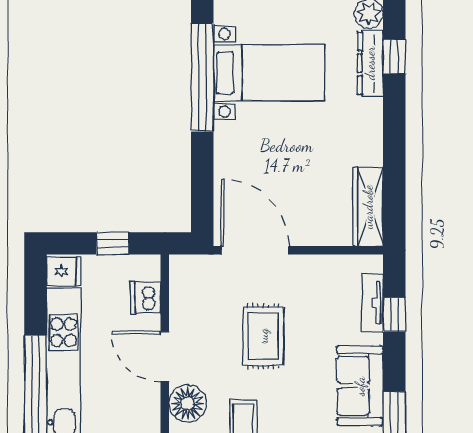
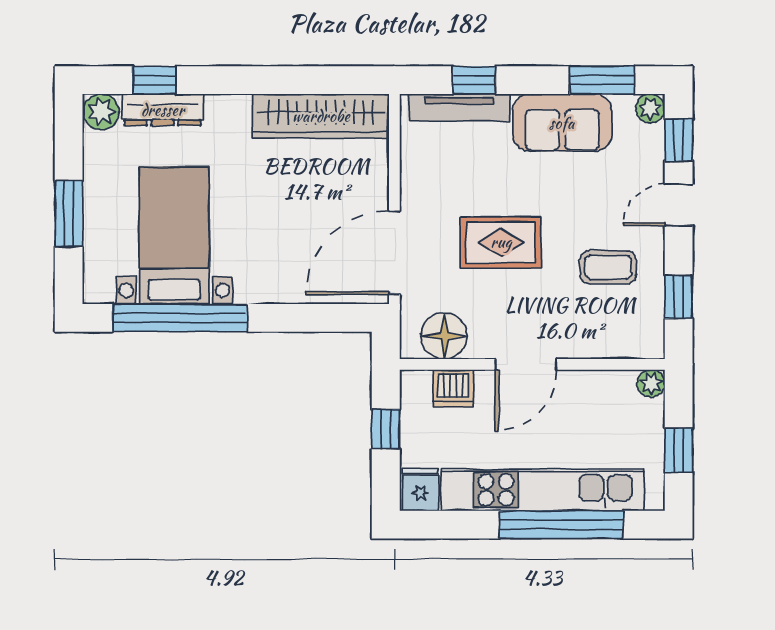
wardrobe: (368, 207) -> (321, 116), width x1.40, depth x1.17
tv unit: (372, 303) -> (459, 108), width x1.41
floor lamp: (188, 403) -> (444, 336), moved

